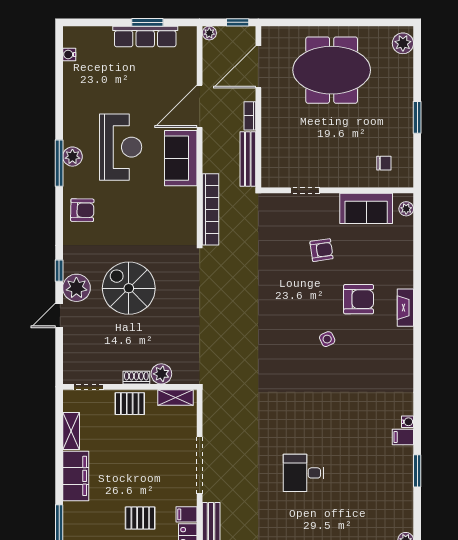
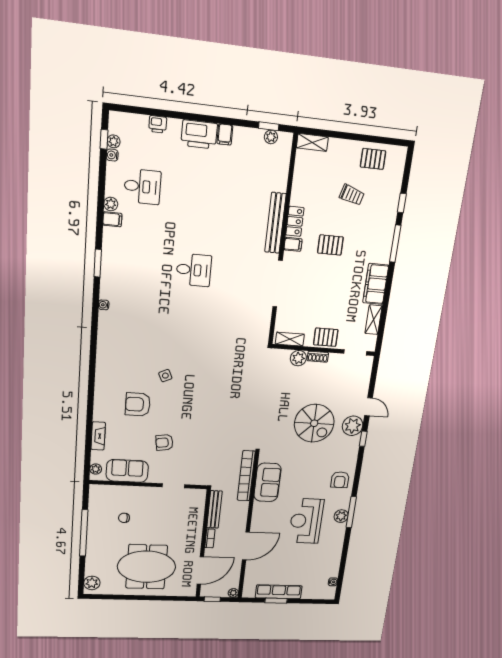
window: (417, 117) -> (84, 533), width x2.11
sofa: (181, 158) -> (268, 482), moved
chair: (384, 163) -> (124, 518), moved
armchair: (82, 210) -> (340, 480), turned -91
fireplace: (405, 308) -> (98, 436), moved
door: (59, 315) -> (368, 407), hinge flipped
filing cabinet: (403, 437) -> (112, 219), moved

